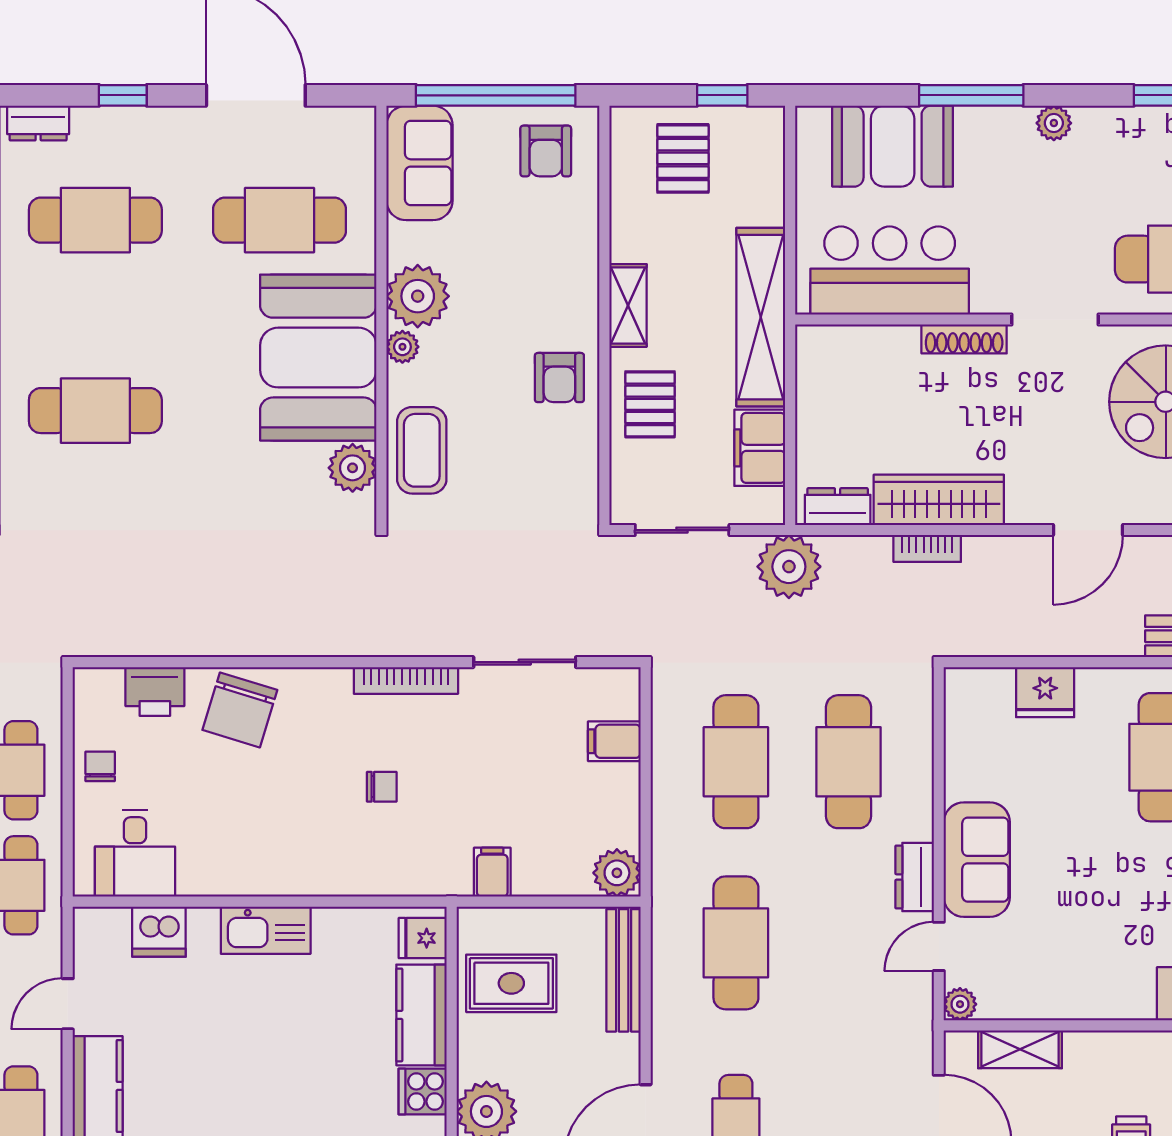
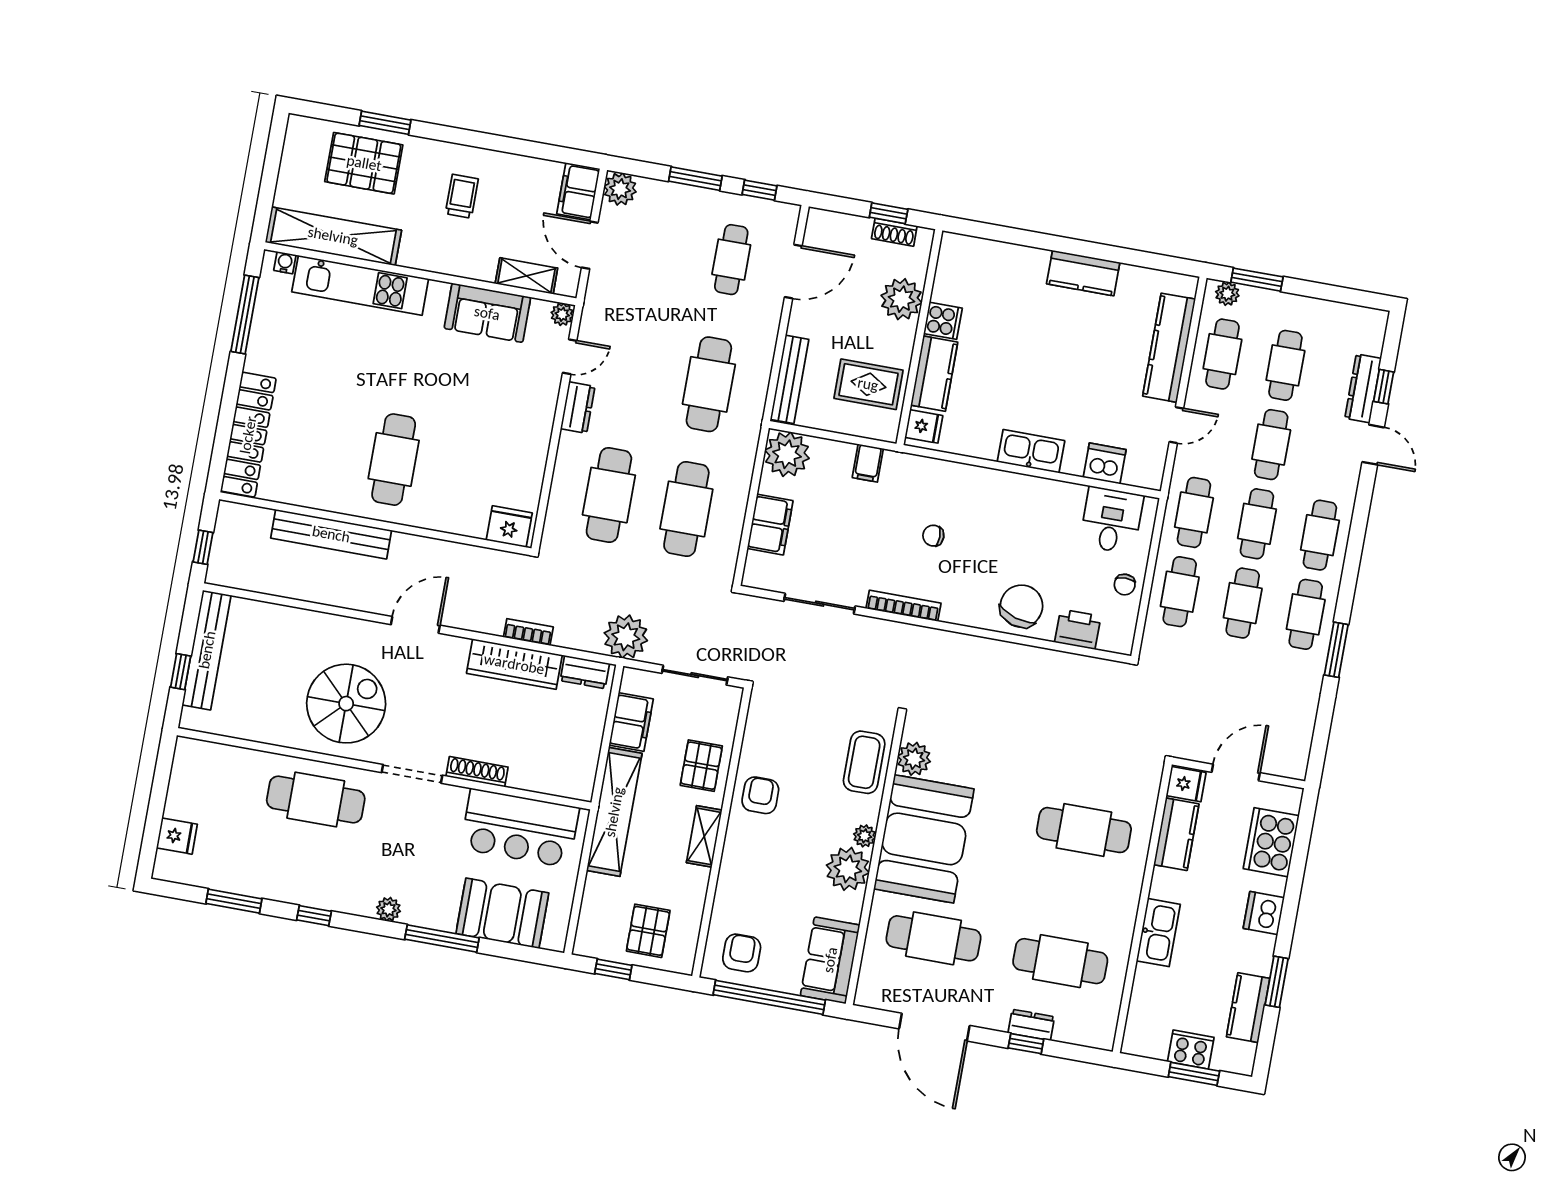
dresser: (38, 123) -> (1031, 1025), moved
fridge: (1045, 692) -> (509, 527), moved
filing cabinet: (614, 741) -> (770, 525), width x2.00
sofa: (977, 860) -> (487, 313), moved, turned -90
plant: (617, 873) -> (787, 454), width x1.36, depth x1.36

